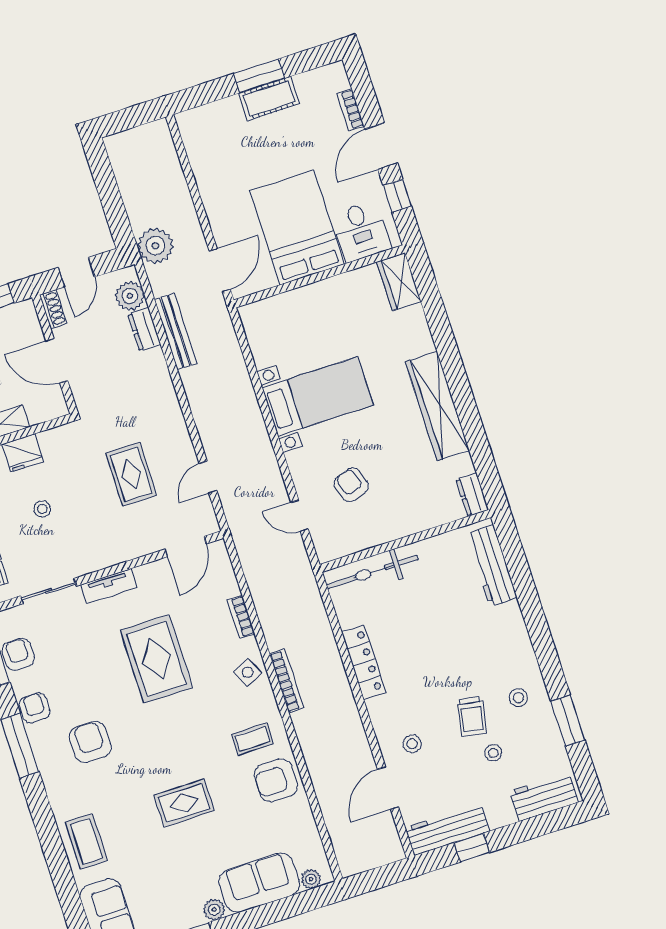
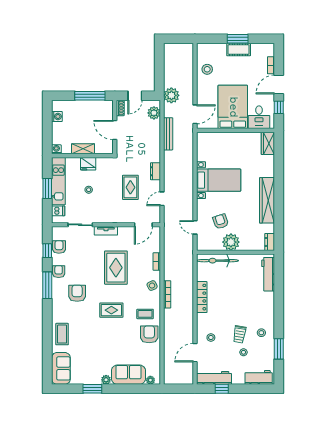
stool: (215, 164) -> (207, 69), added
dresser: (144, 329) -> (155, 171), moved
plant: (388, 522) -> (231, 242), added
armchair: (276, 780) -> (149, 334), turned 90
rug: (184, 803) -> (111, 310), moved

